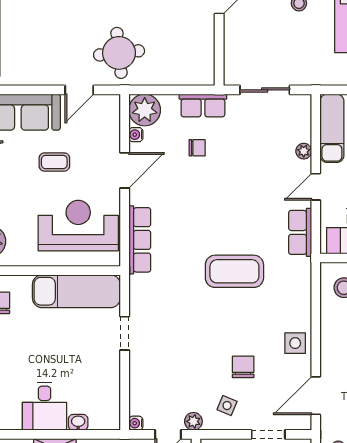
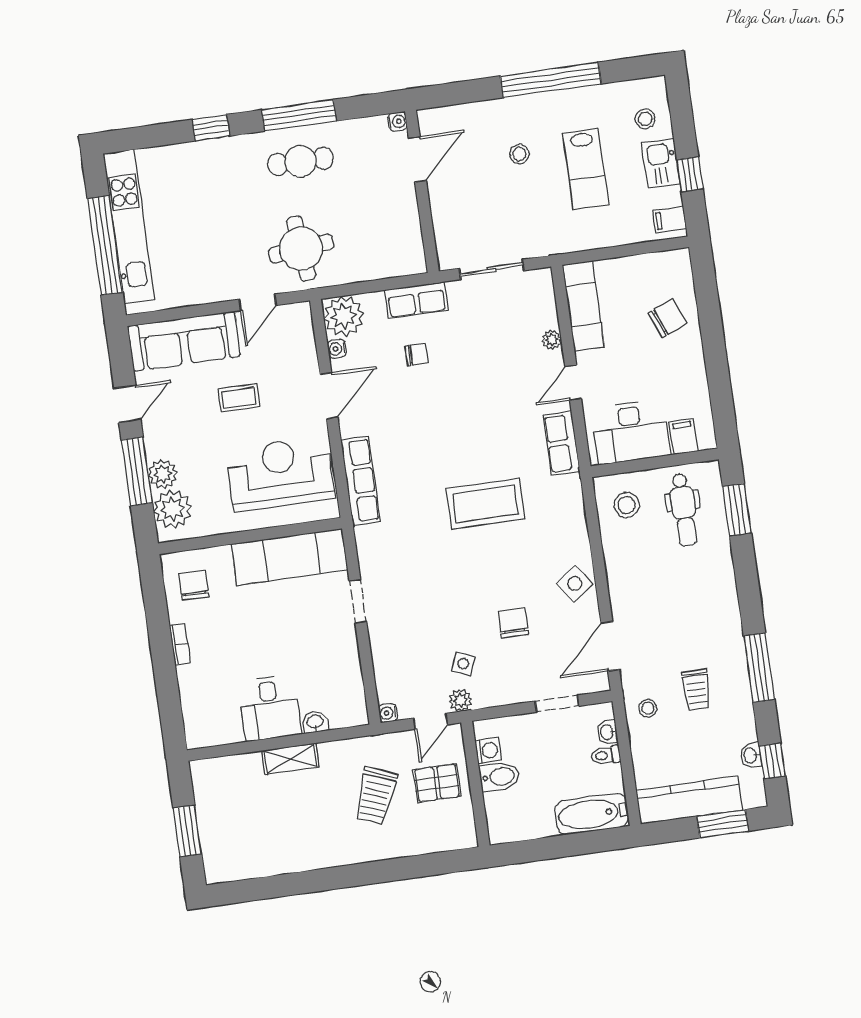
side table: (295, 343) -> (575, 584), turned -36
side table: (227, 406) -> (463, 664), moved

